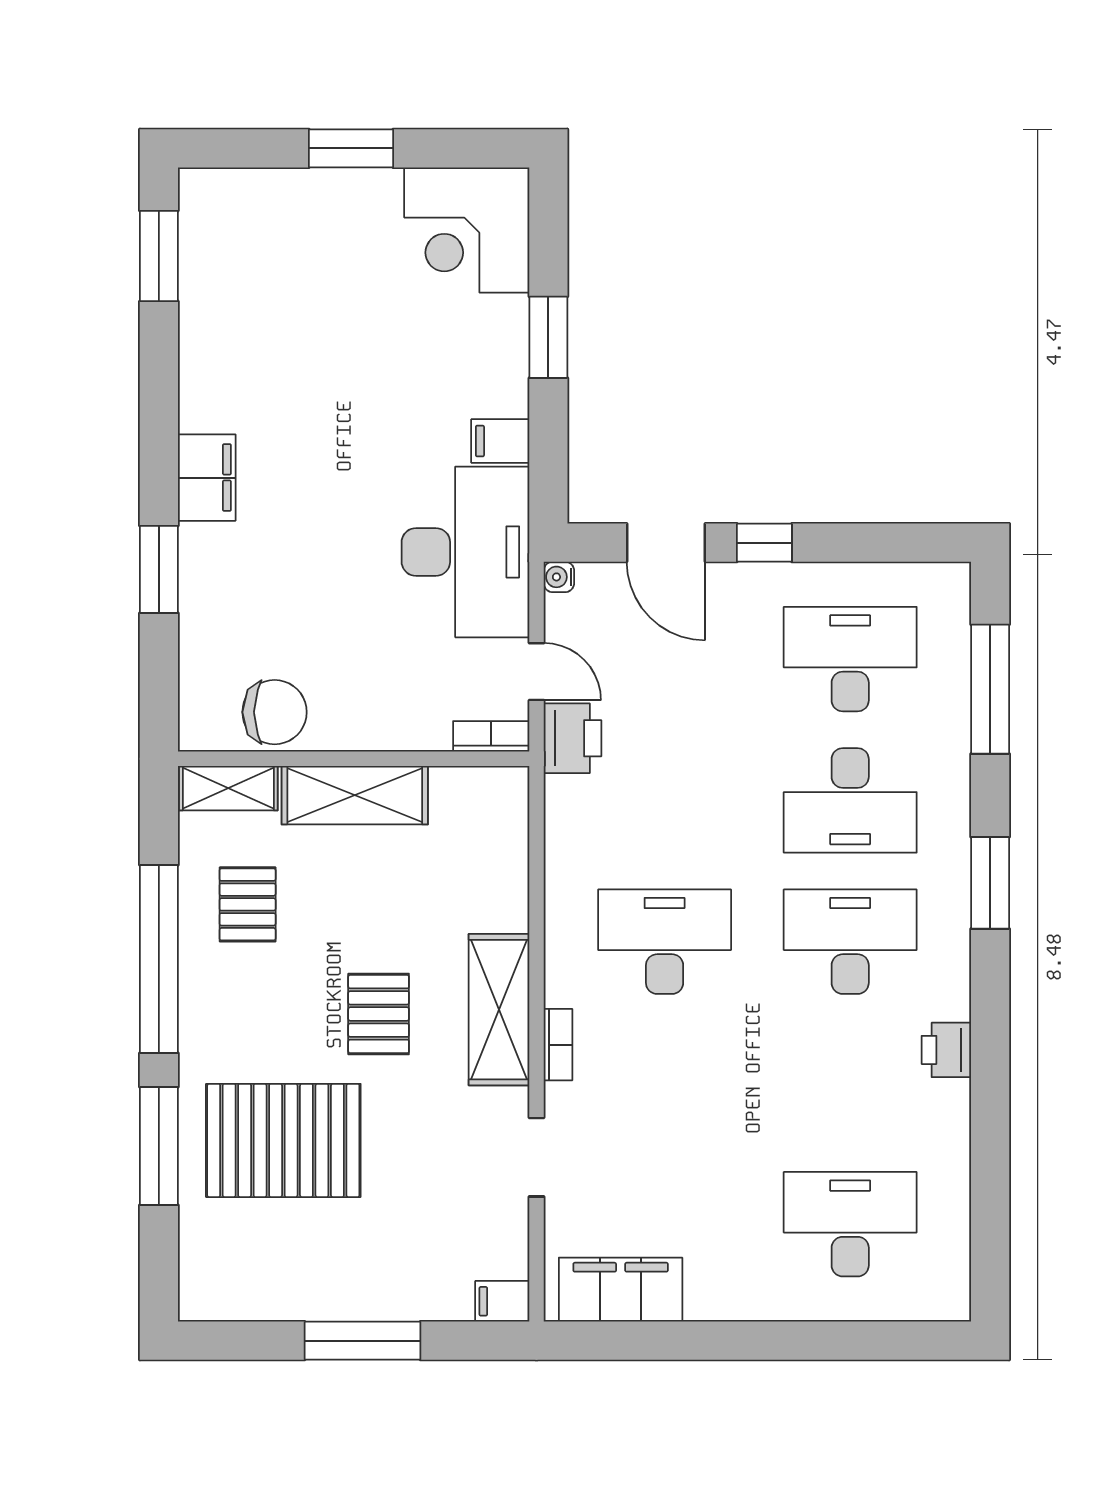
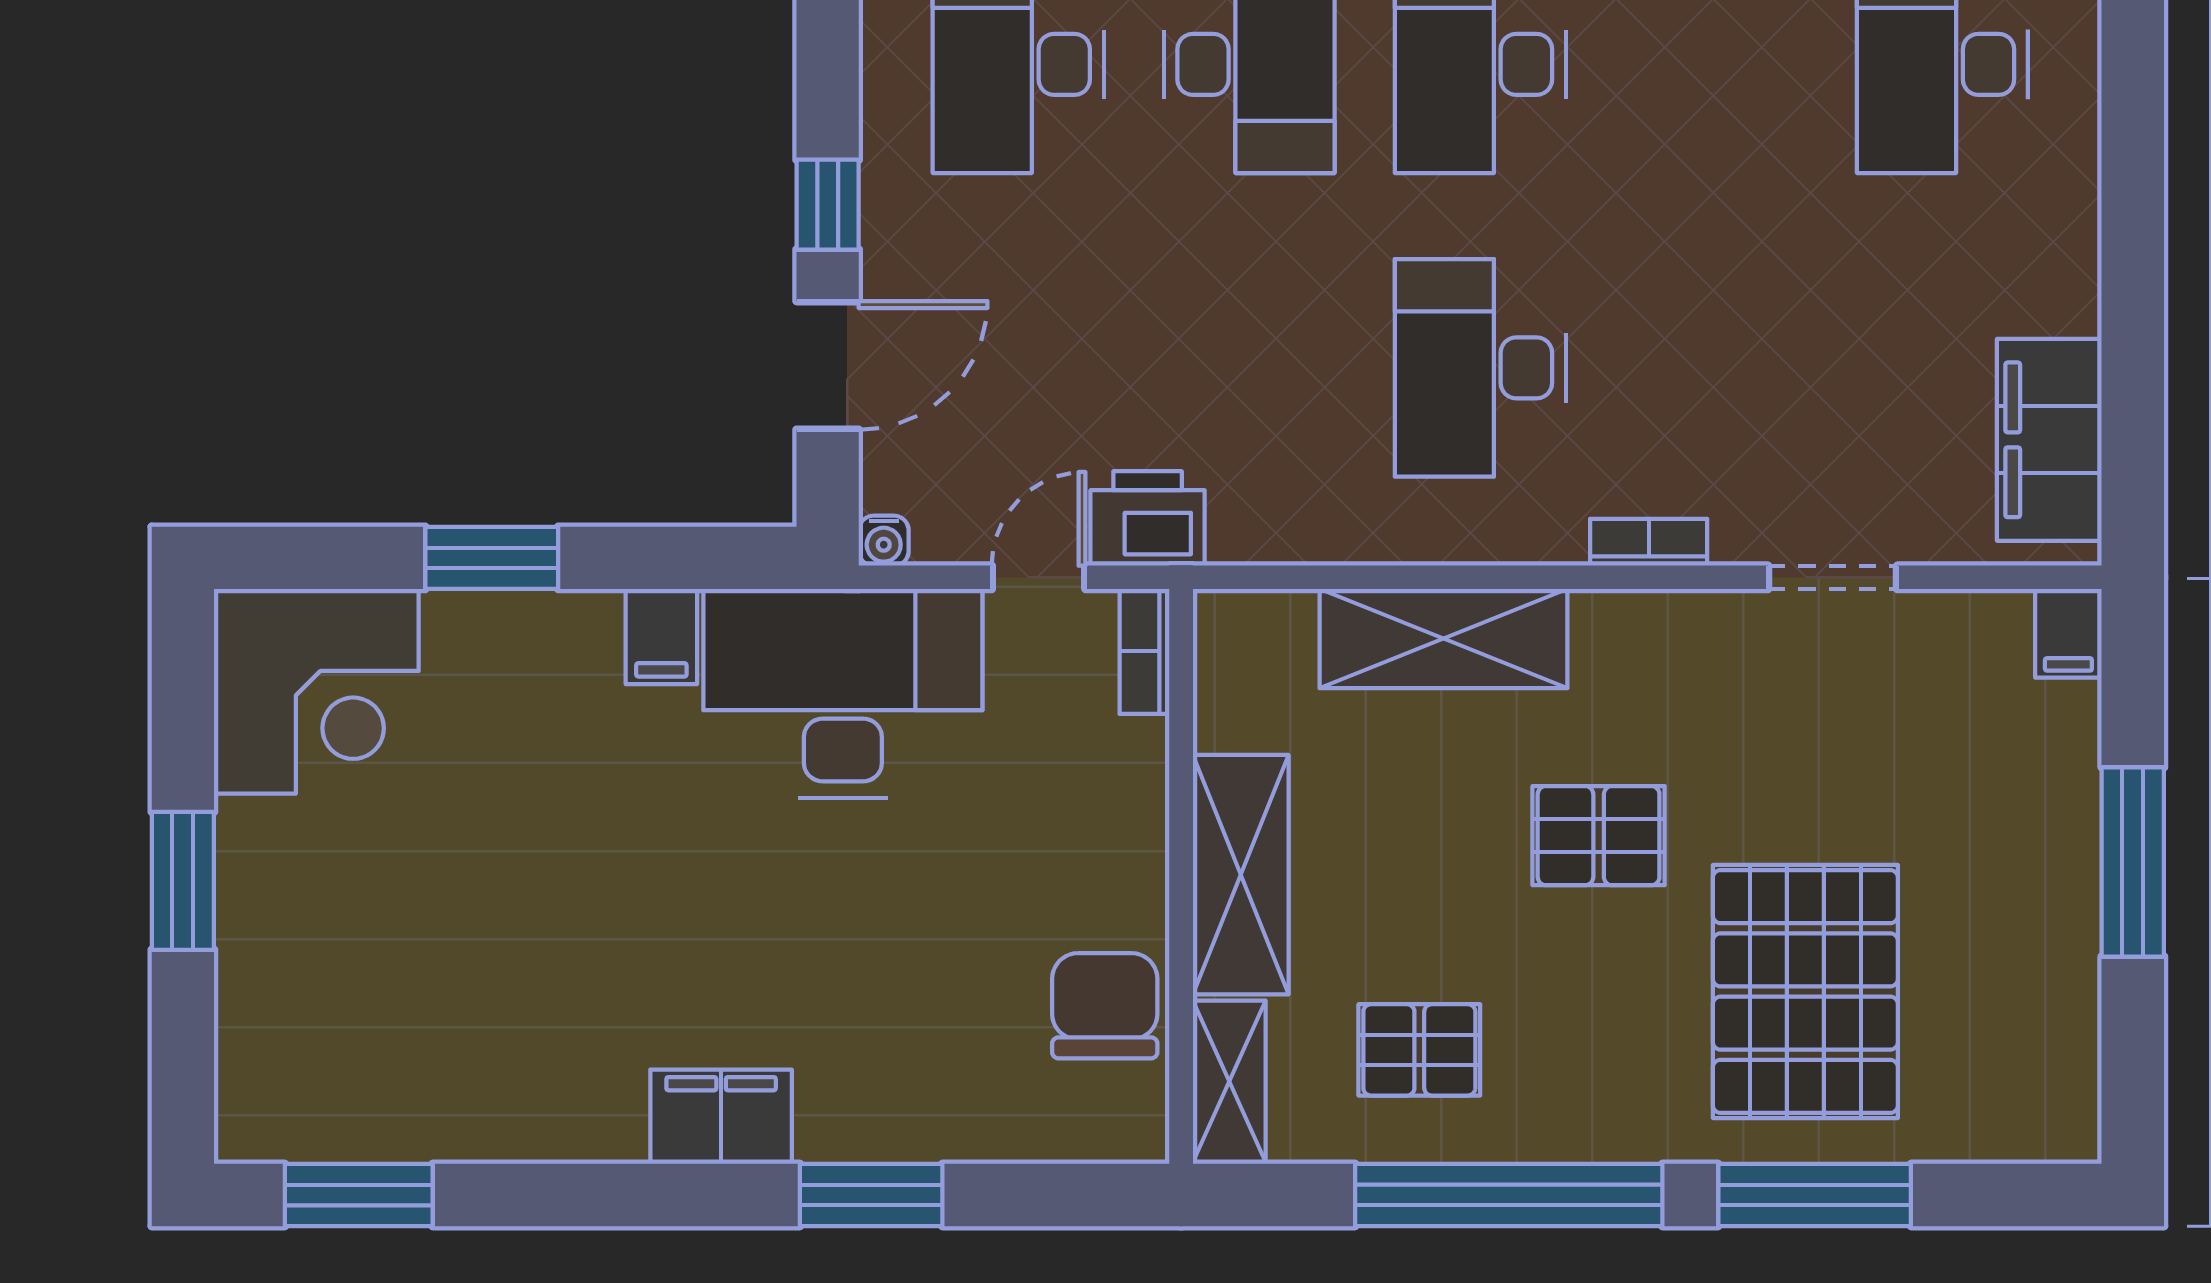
shelving: (499, 1010) -> (1443, 639), moved

